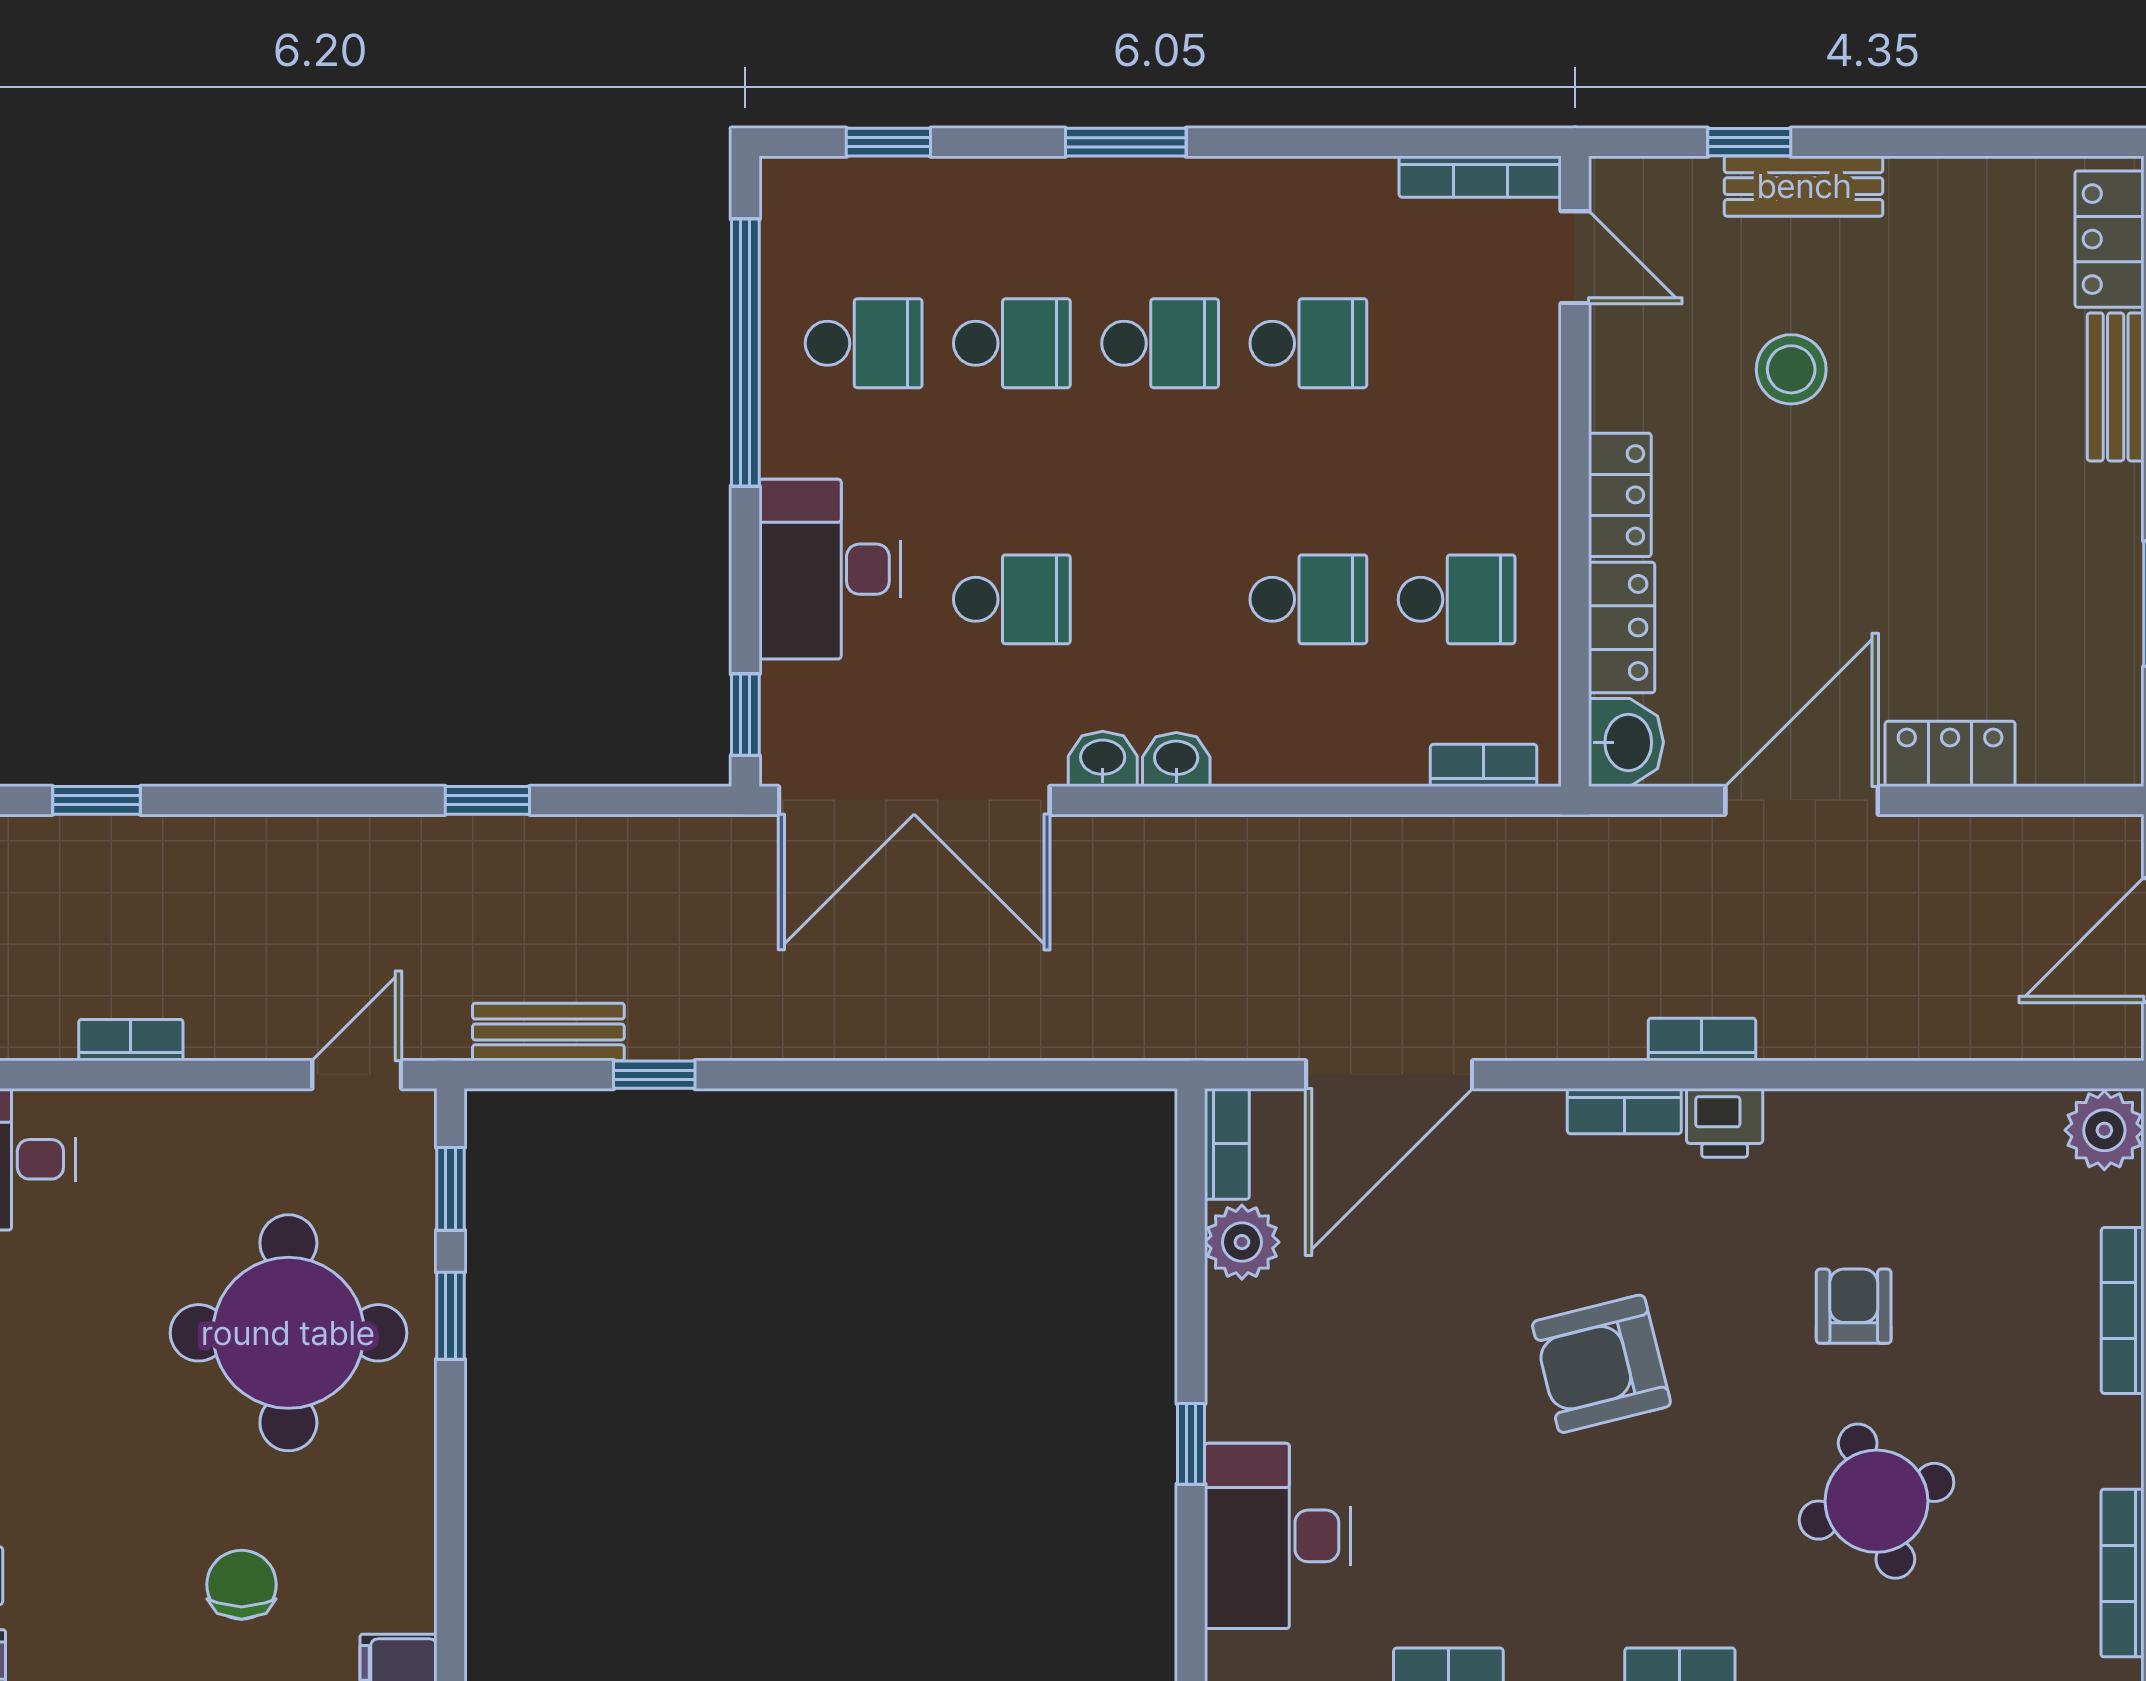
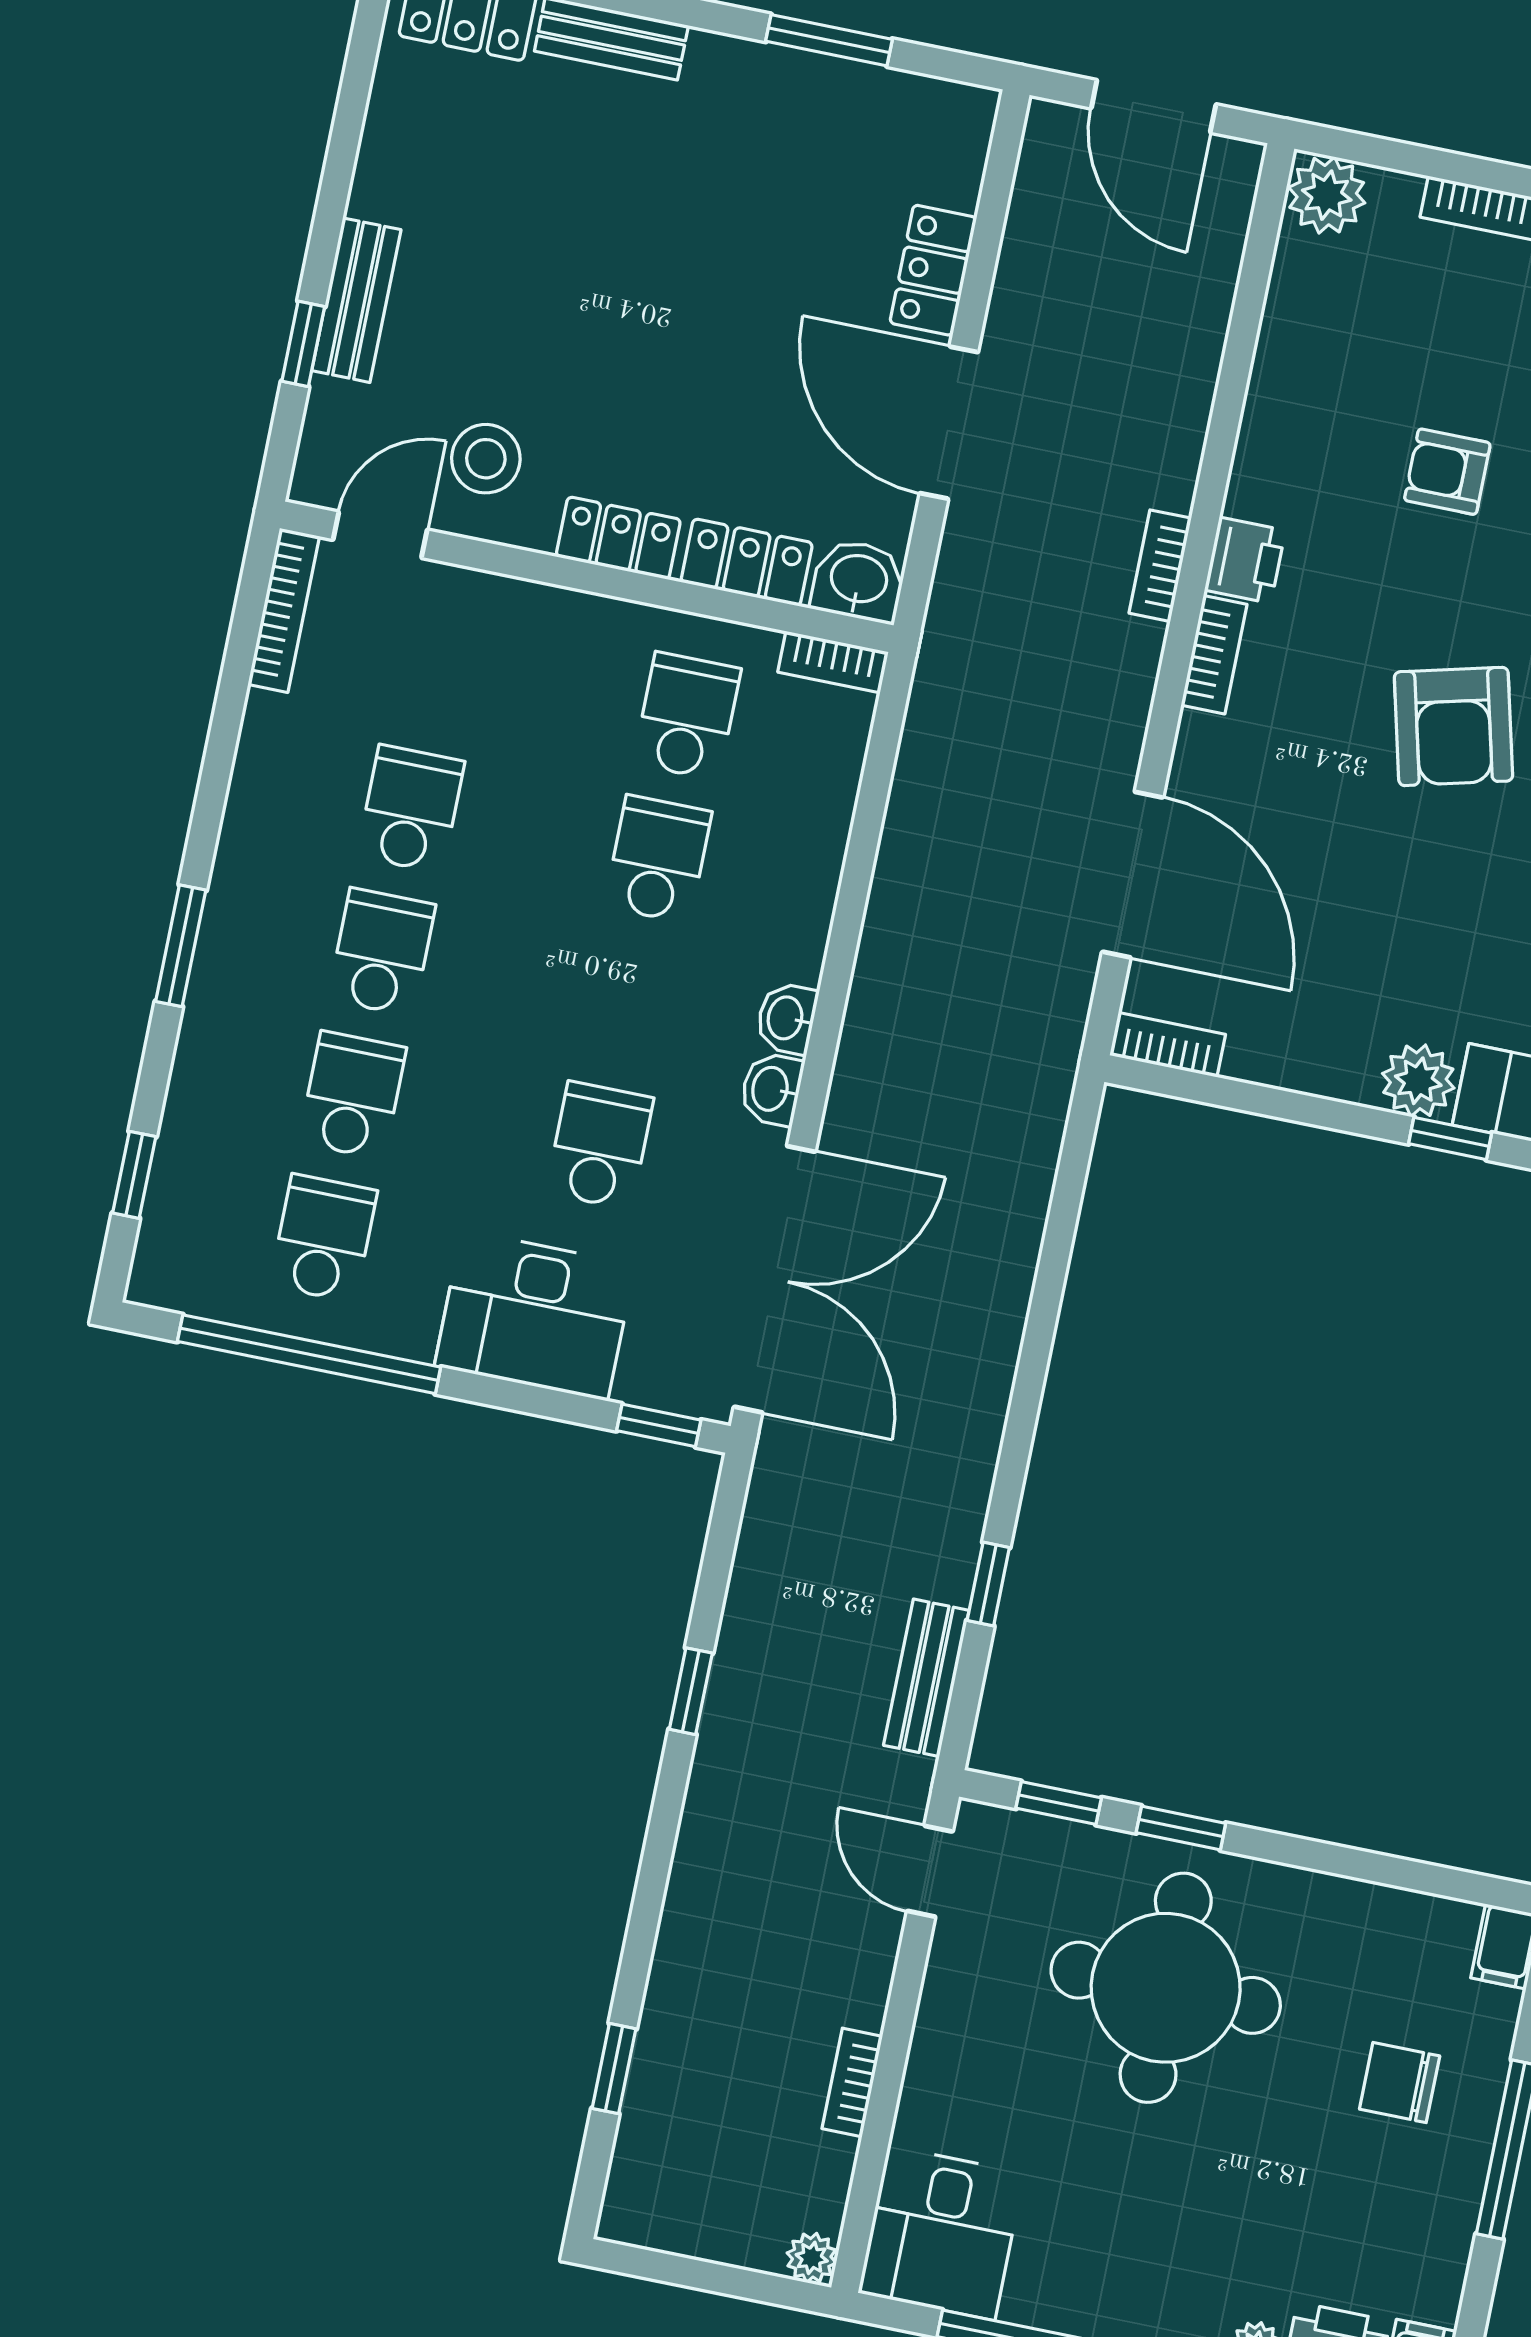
stool: (1791, 369) -> (486, 459), moved
bookcase: (1484, 765) -> (833, 662), moved, turned -90
plant: (1242, 1242) -> (1418, 1081), moved

